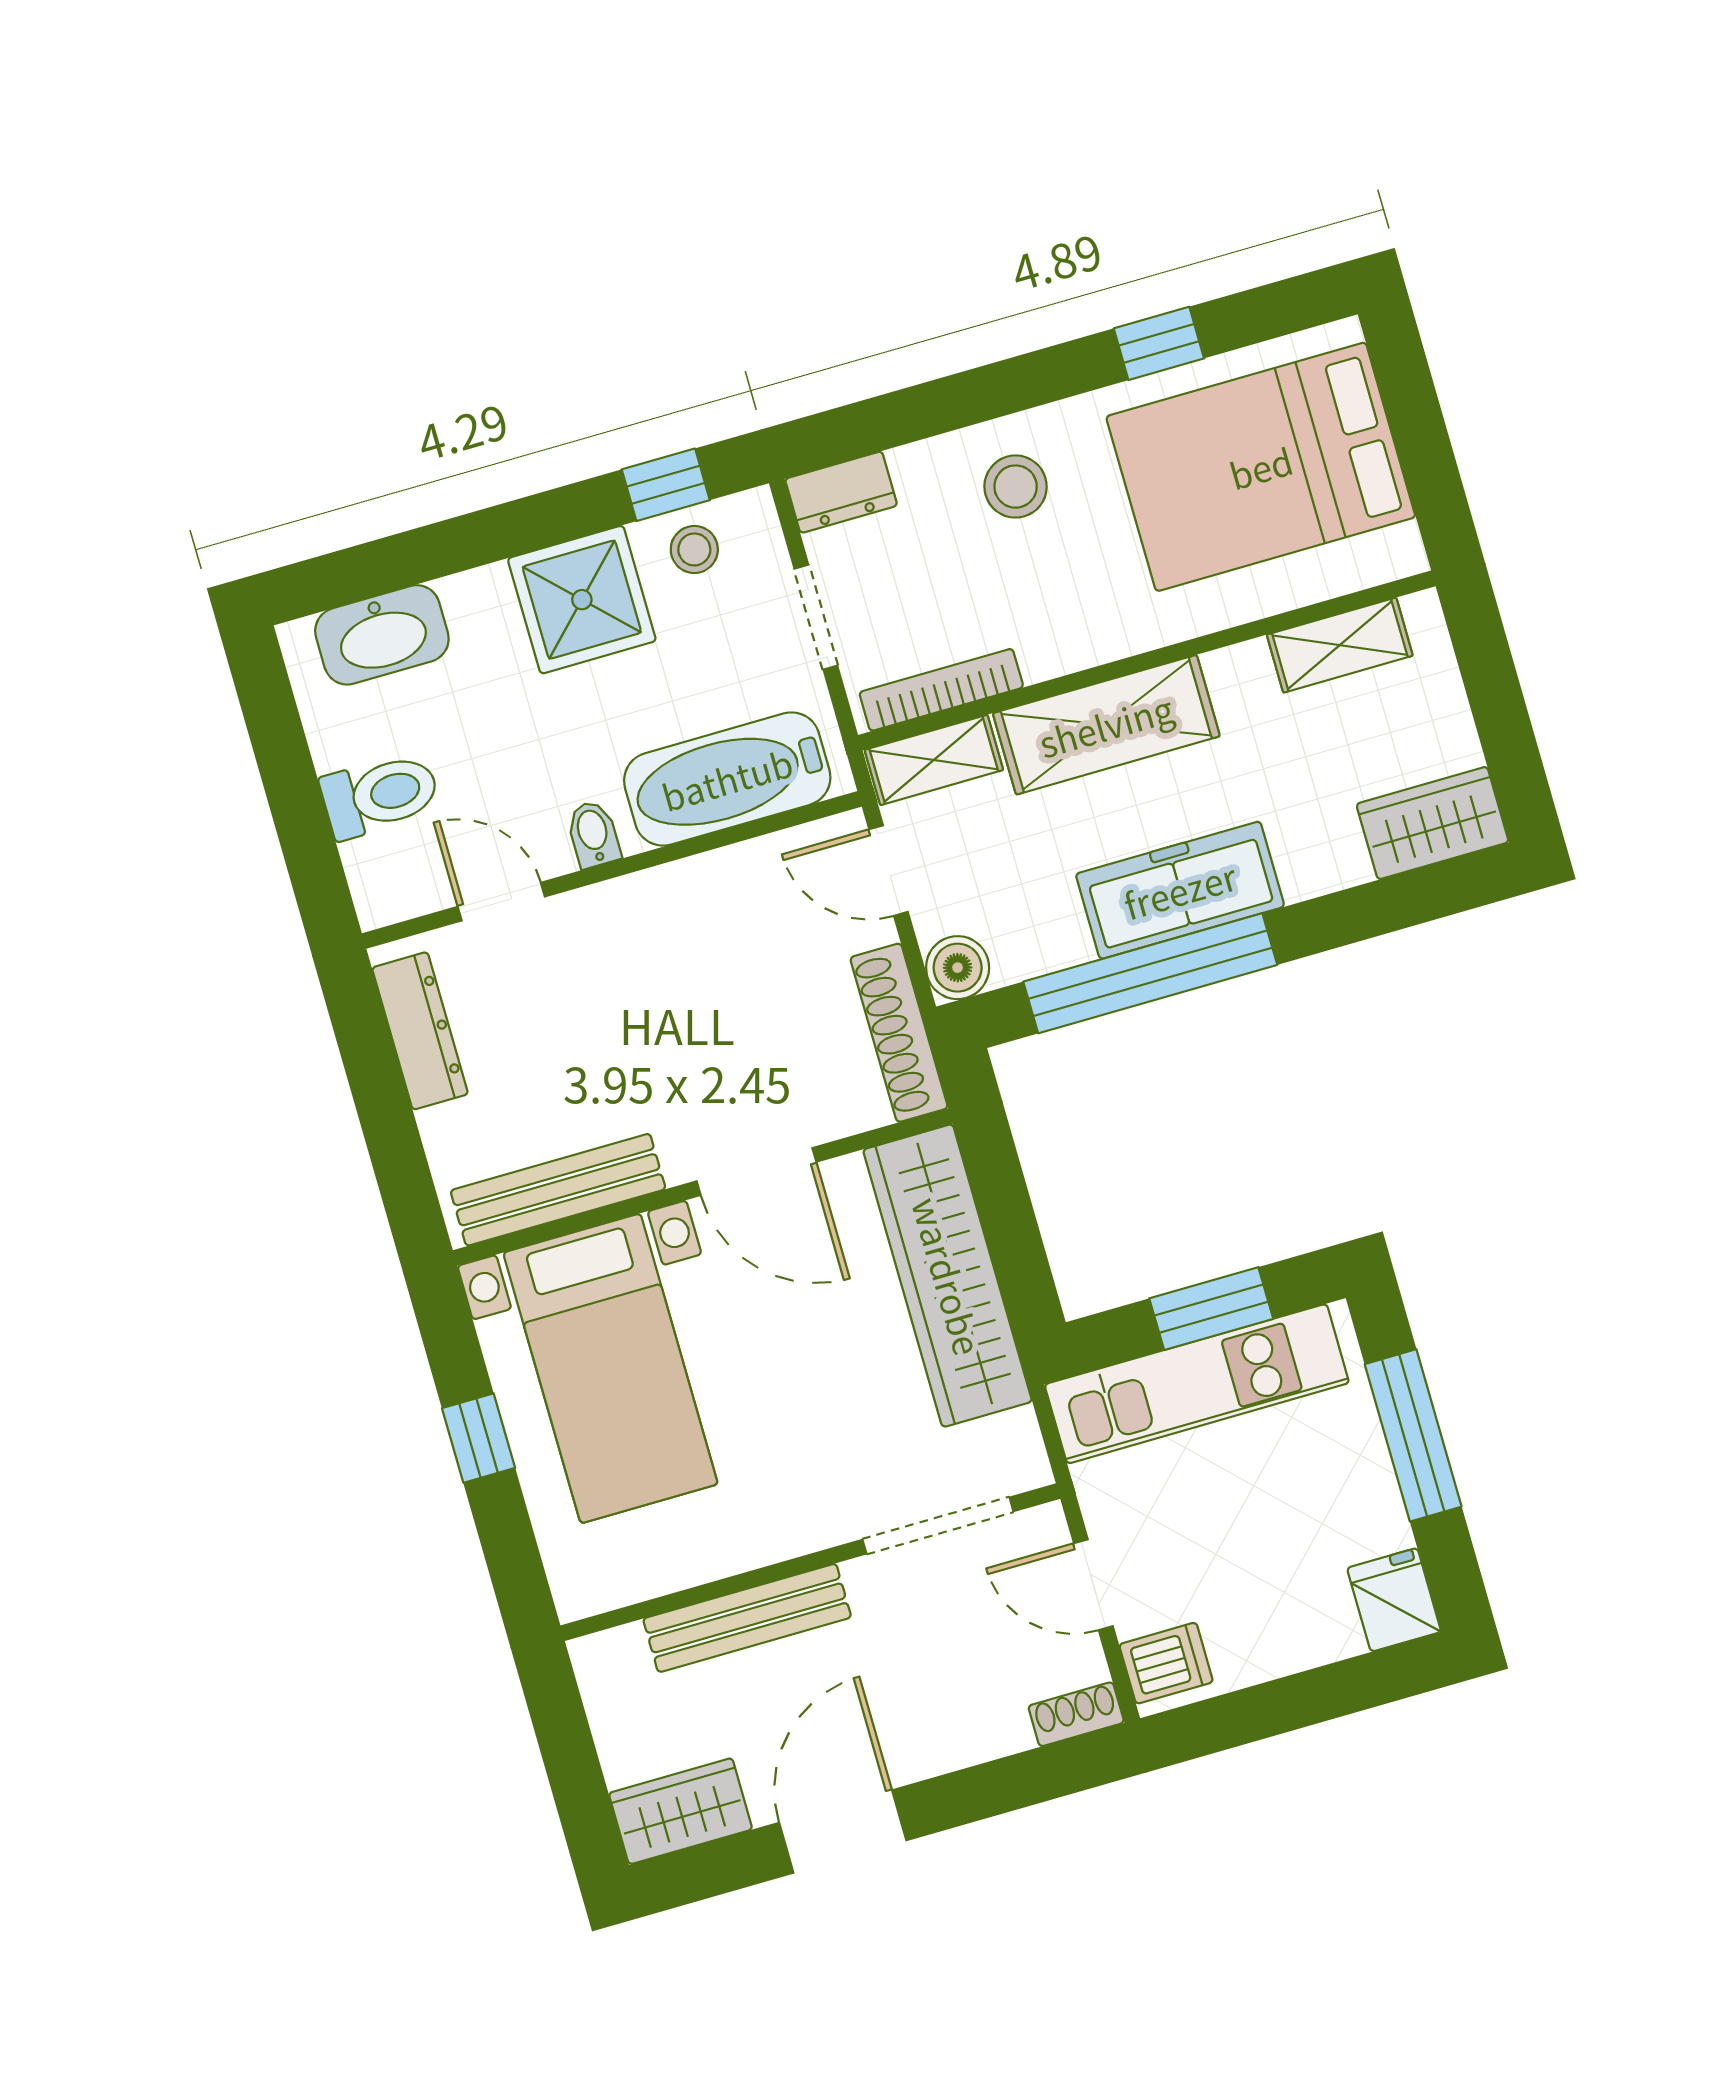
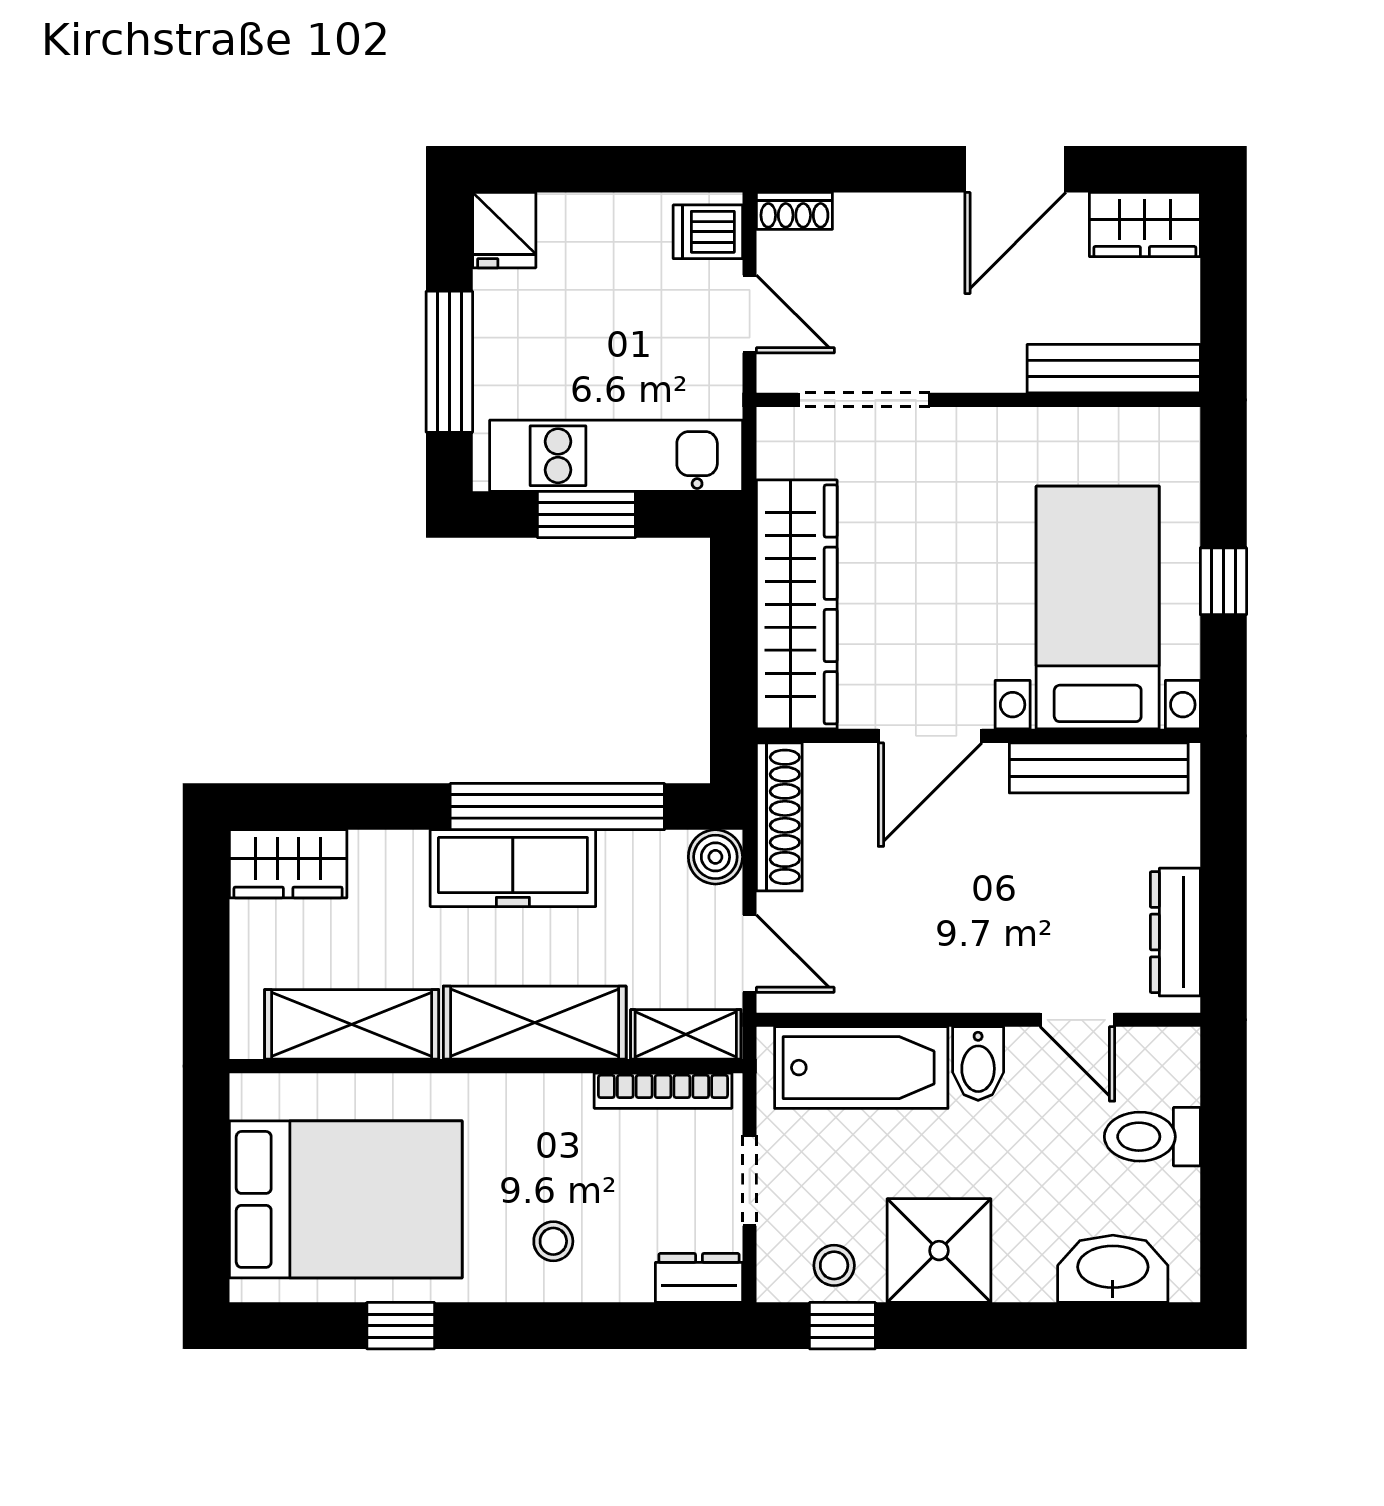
stool: (1016, 487) -> (553, 1241), width x0.73, depth x0.73
shelving: (1340, 645) -> (352, 1024), width x1.50, depth x1.33
bidet: (593, 834) -> (978, 1064), width x1.38, depth x1.36
door: (757, 1172) -> (930, 736), swing flipped
bench: (747, 1618) -> (1114, 369), moved

